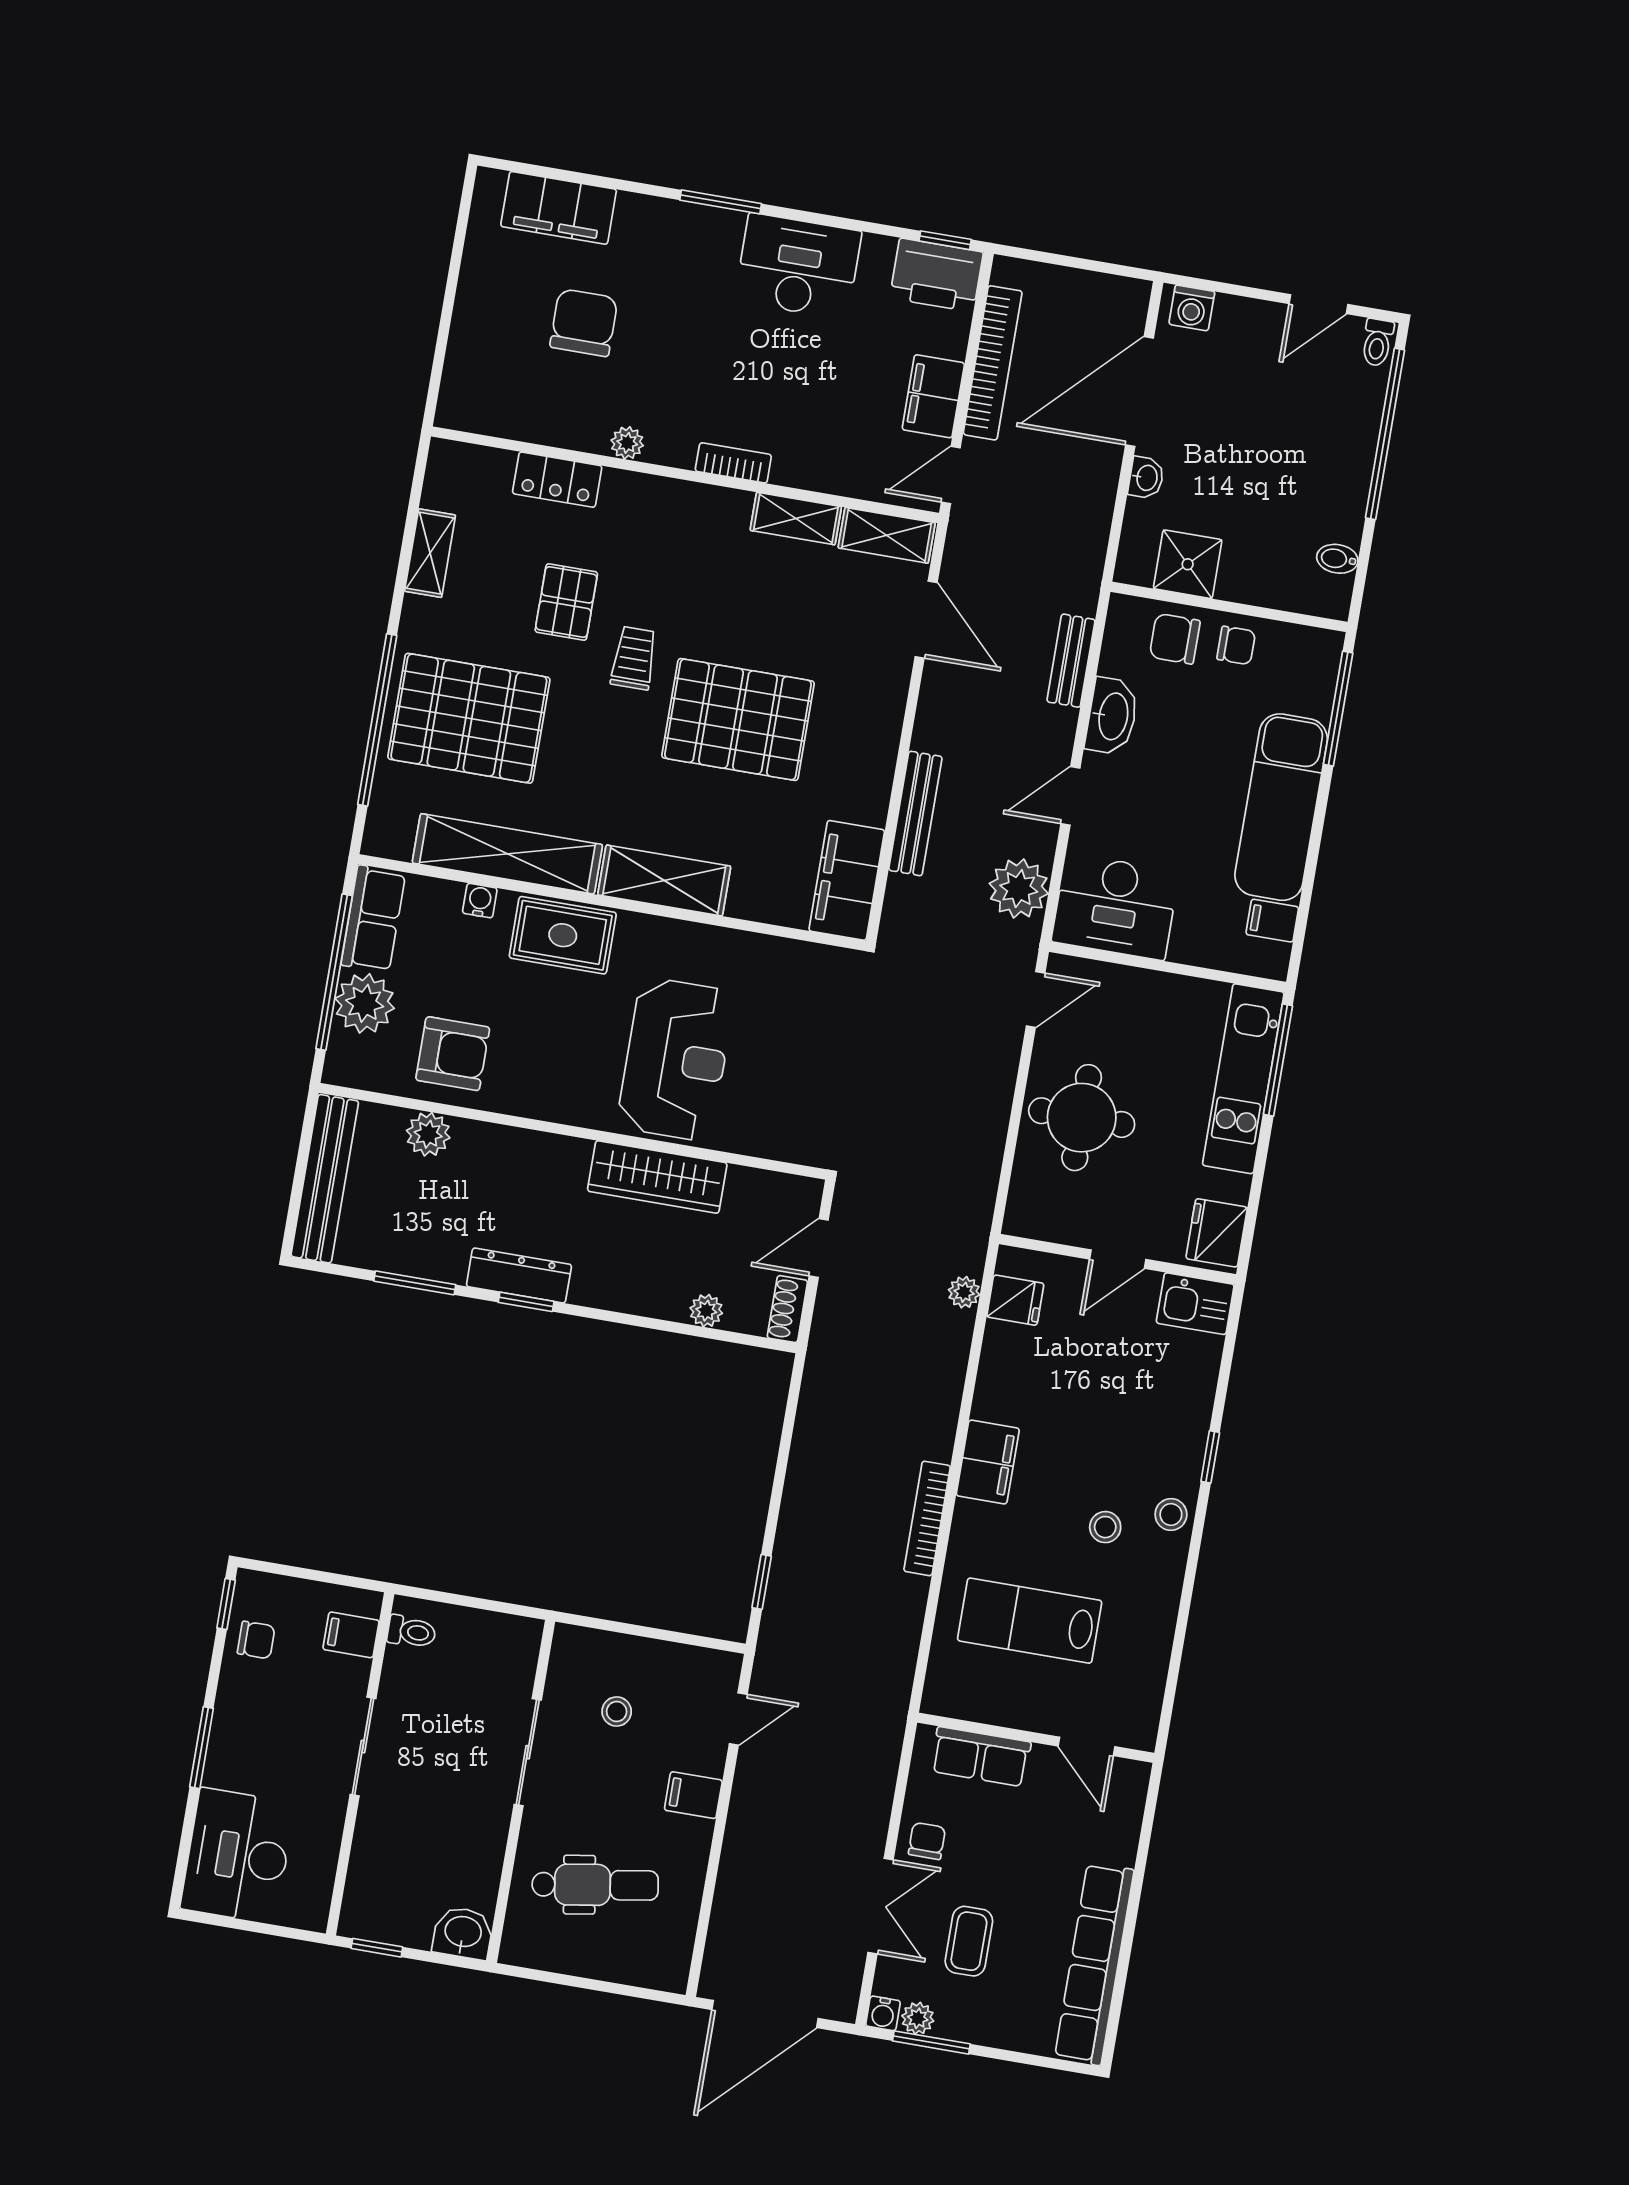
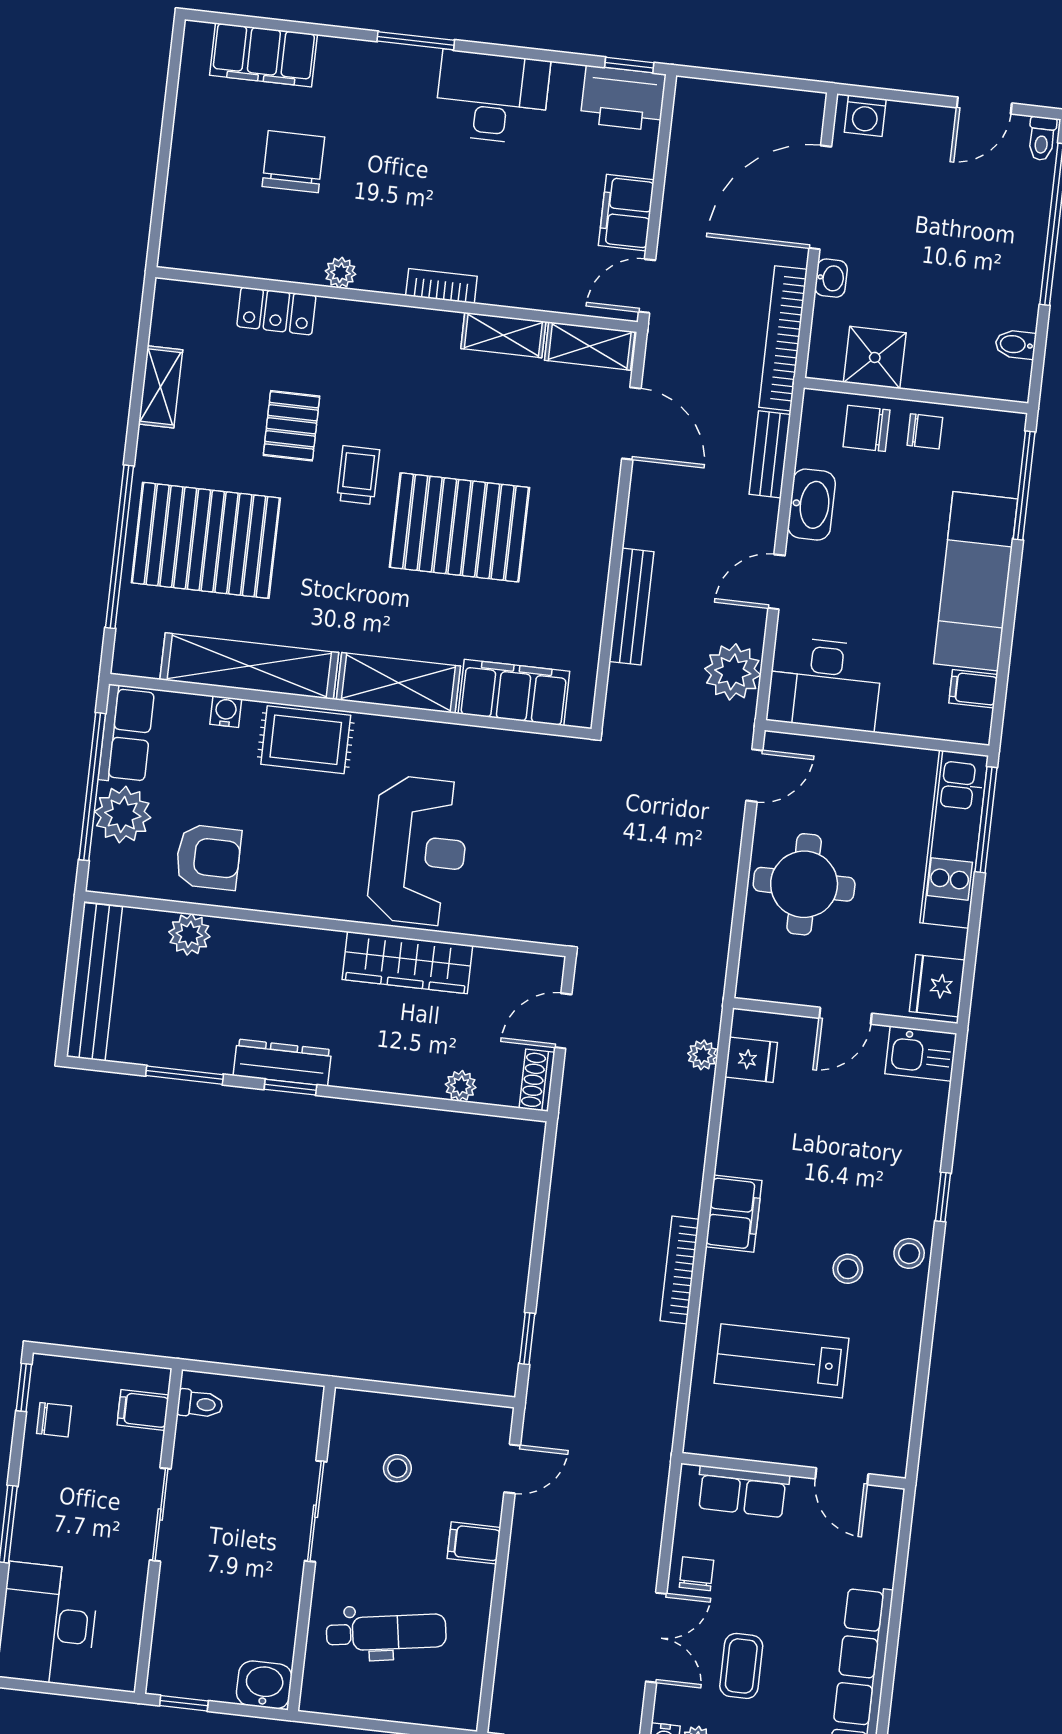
bookcase: (993, 363) -> (783, 338), moved, turned 180
filing cabinet: (847, 880) -> (514, 692), moved, turned 90

